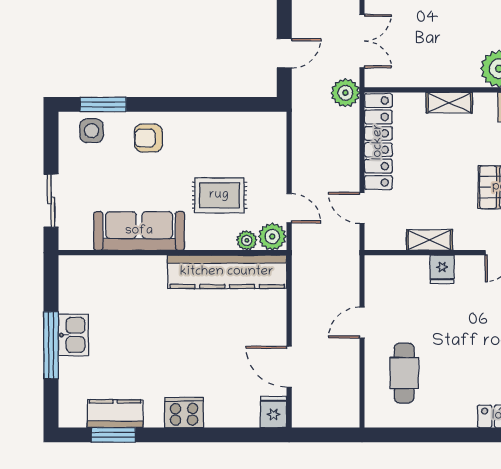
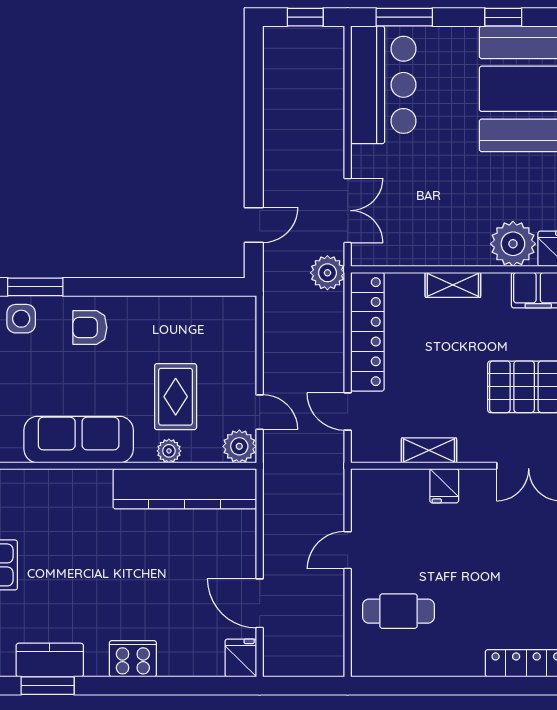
rug: (219, 195) -> (176, 397), turned 90
plant: (247, 240) -> (169, 451), moved
cafe table: (404, 373) -> (398, 611), turned 90

